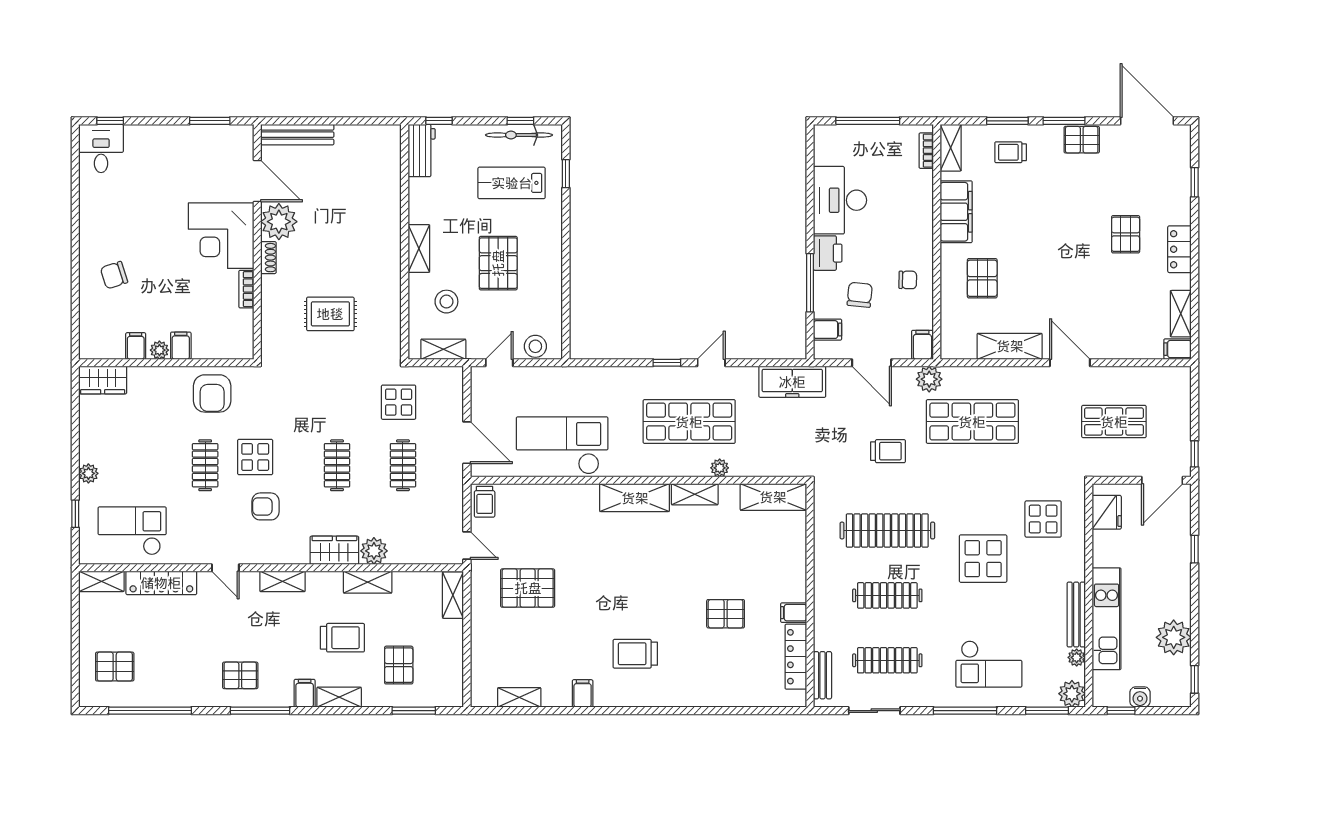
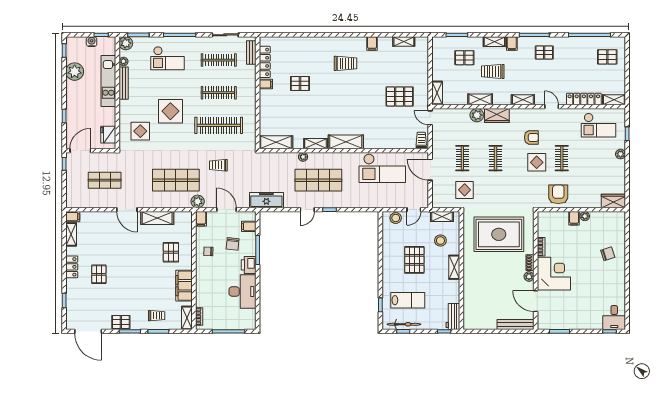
plant: (279, 222) -> (529, 276), width x0.53, depth x0.53
rug: (330, 314) -> (499, 234), width x1.86, depth x2.06
filing cabinet: (136, 346) -> (597, 218), removed
checkout: (989, 664) -> (168, 58), turned 180
pallet: (399, 665) -> (464, 58), turned 90

